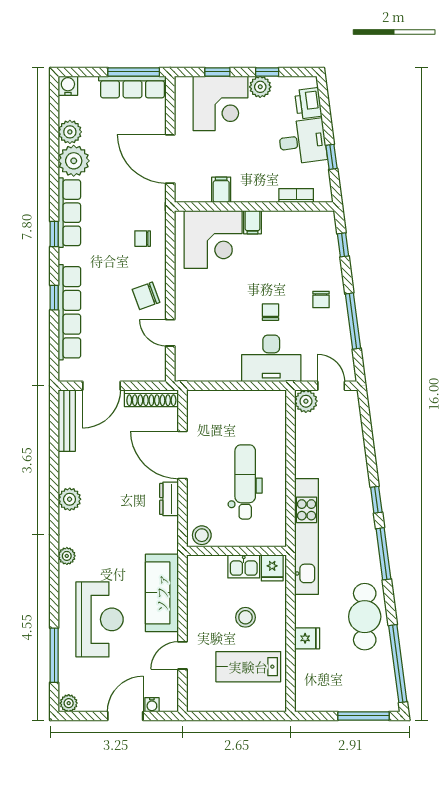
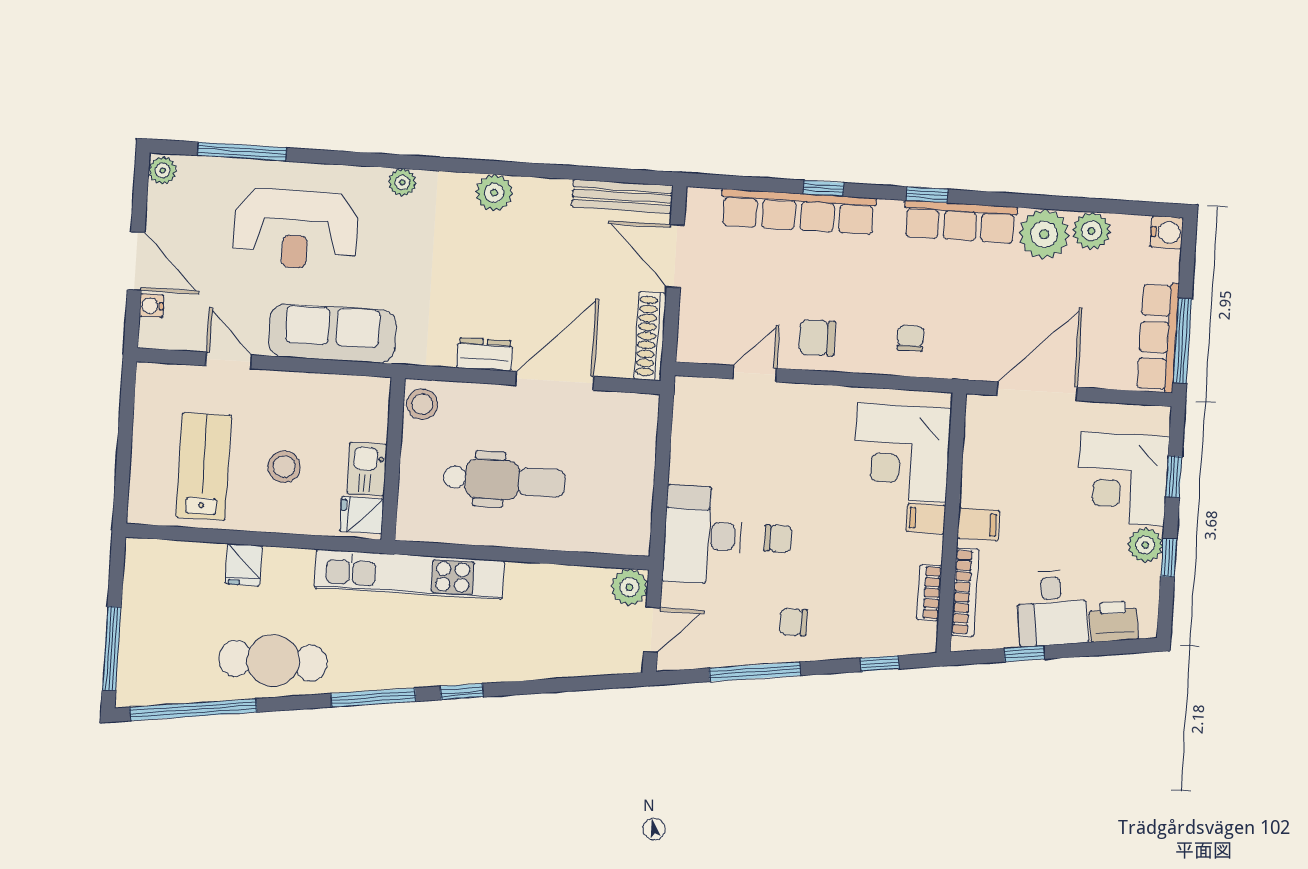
filing cabinet: (221, 190) -> (979, 524), moved
bookcase: (296, 195) -> (965, 592), width x1.56
bookcase: (298, 217) -> (929, 593), added
chair: (146, 296) -> (817, 338), turned -70

